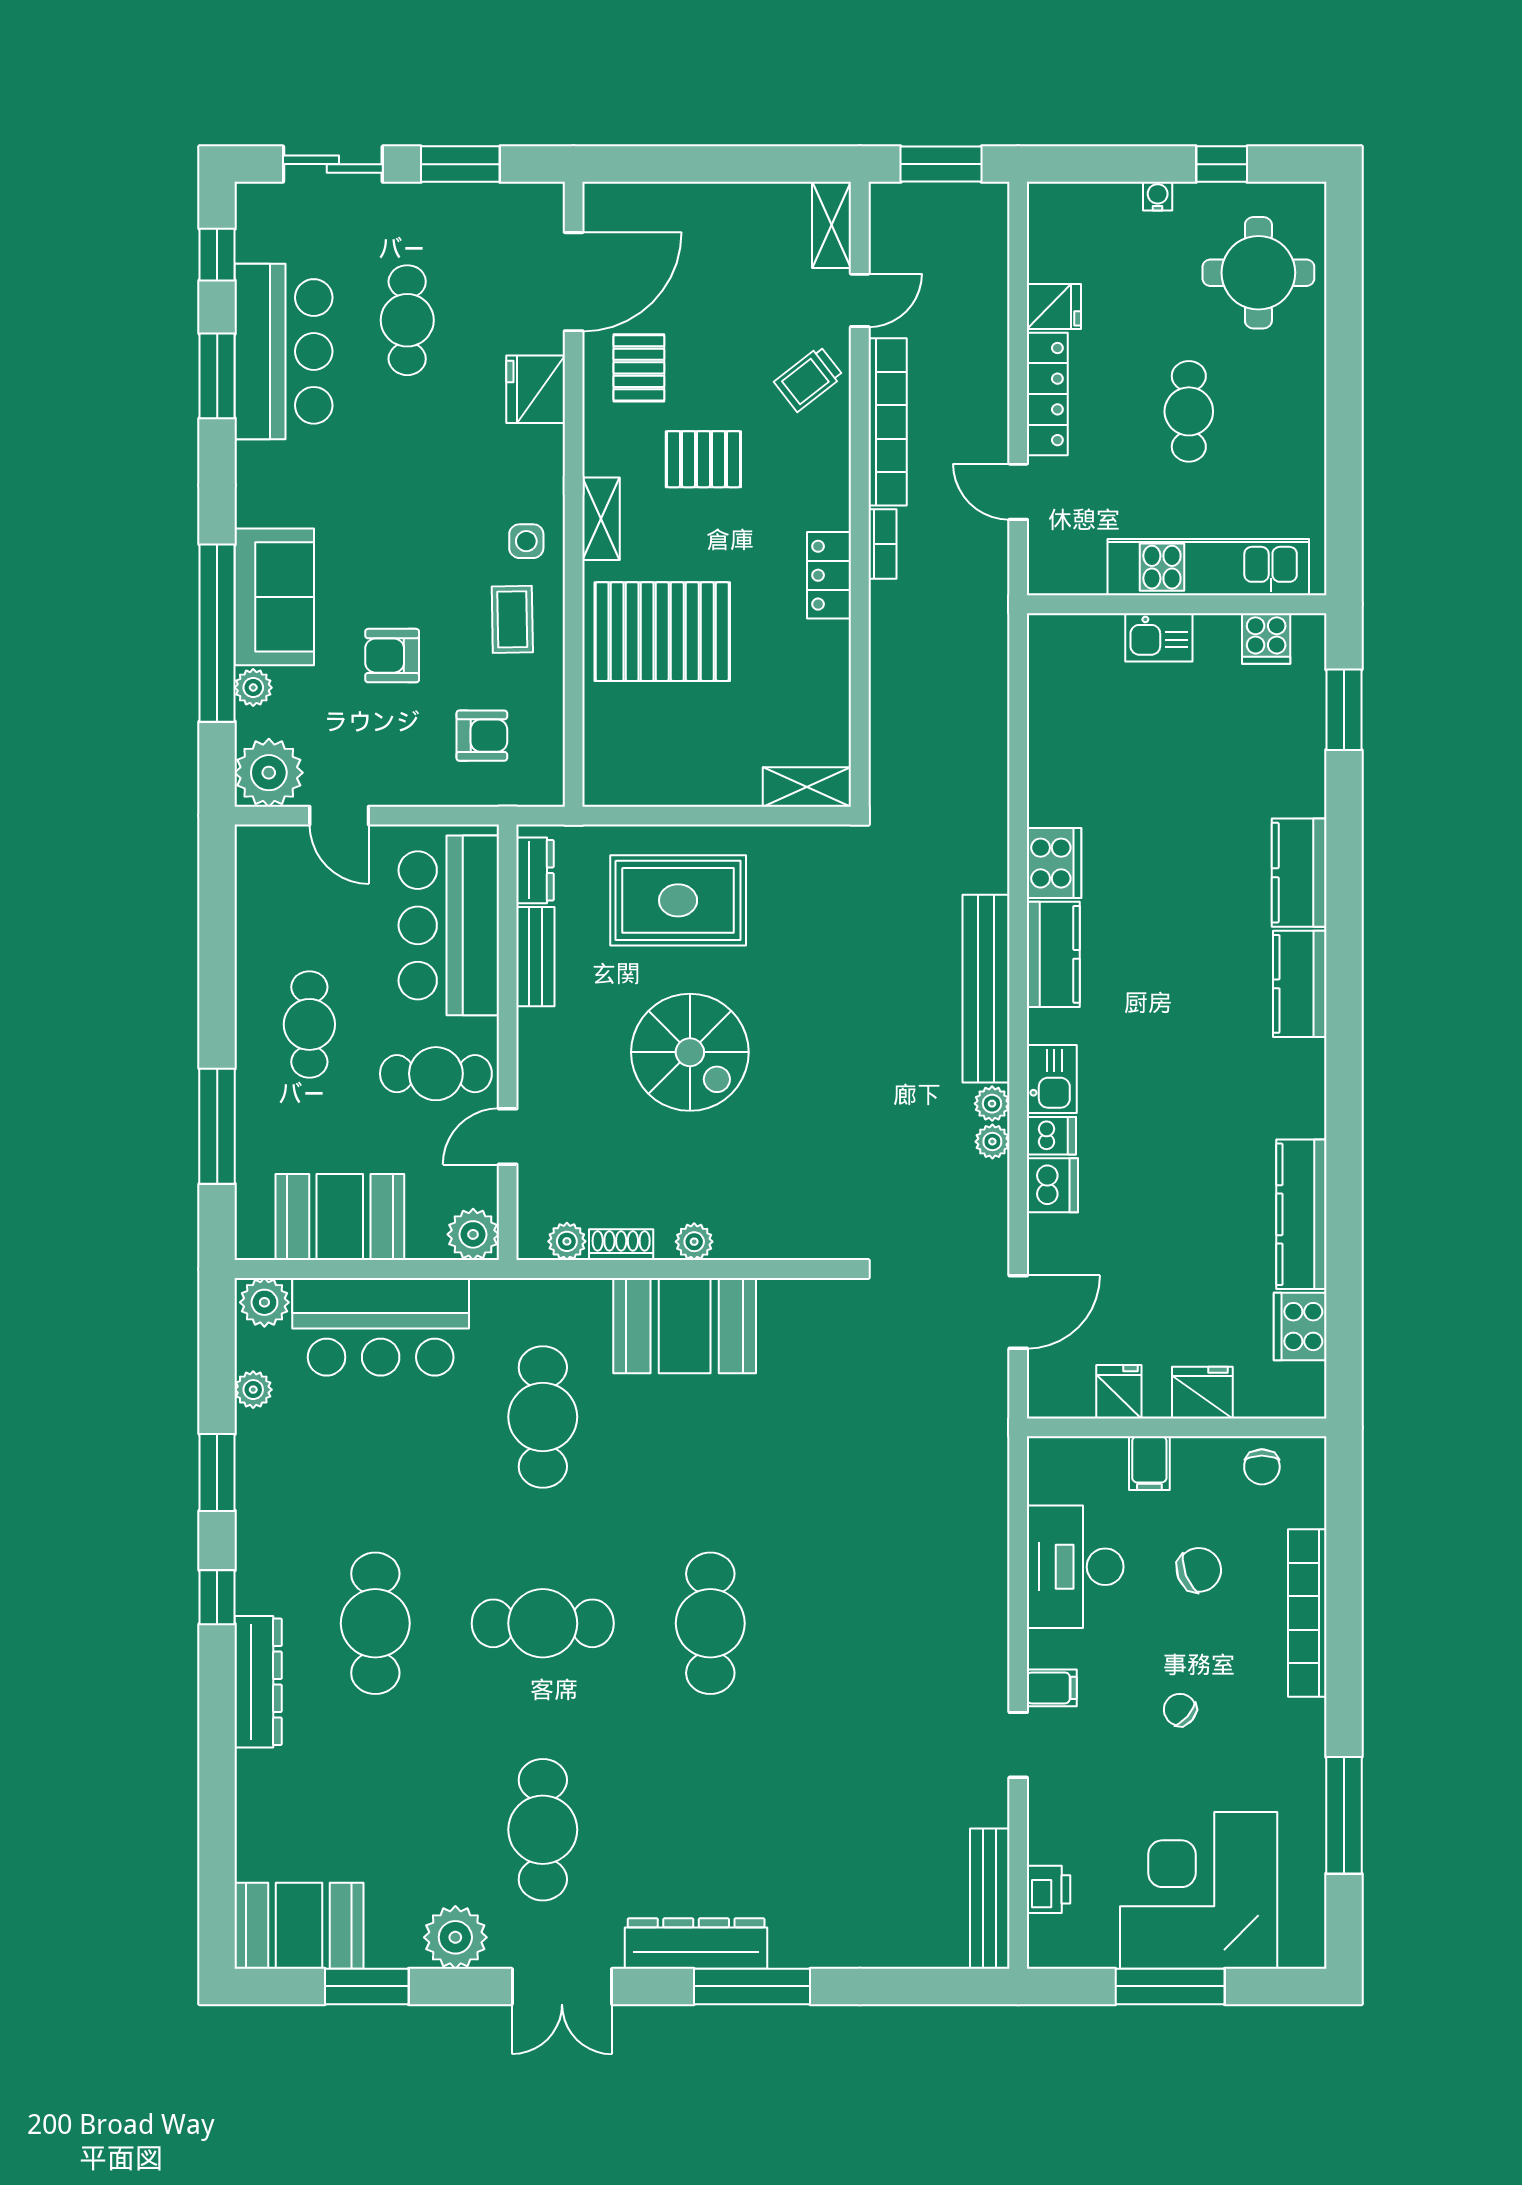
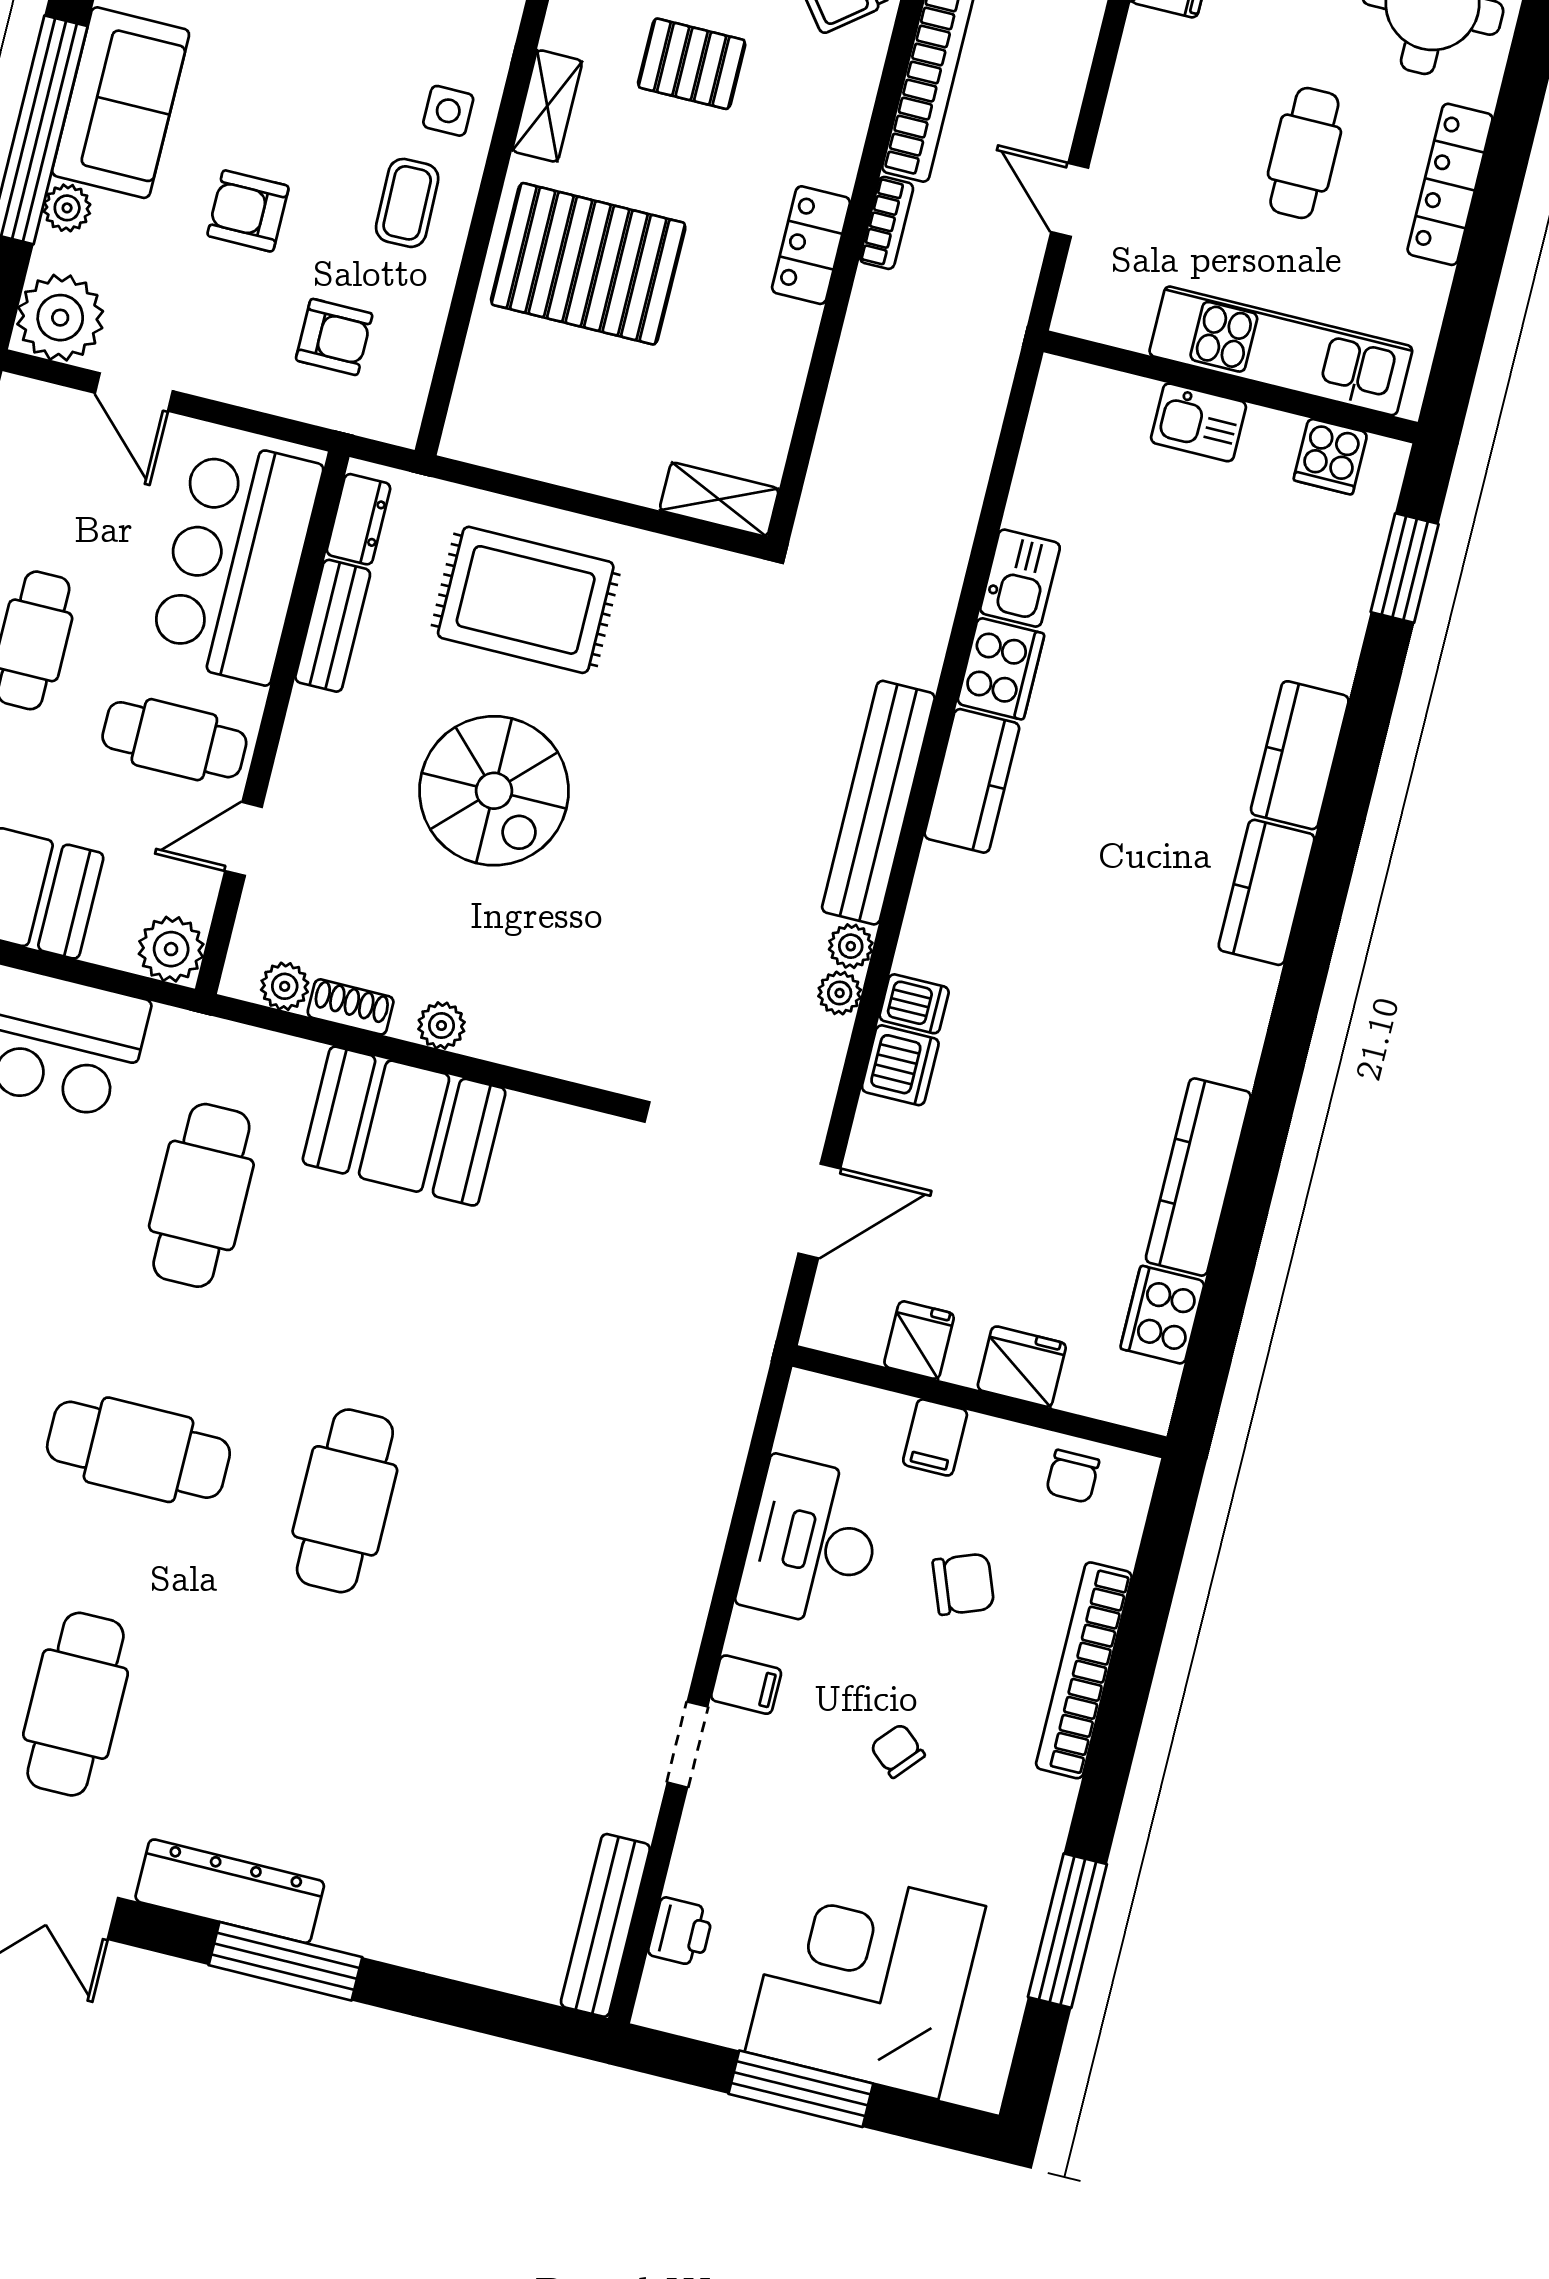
locker: (1047, 394) -> (1450, 184), moved, turned 180
kitchen sink: (1052, 1079) -> (1020, 578), moved

